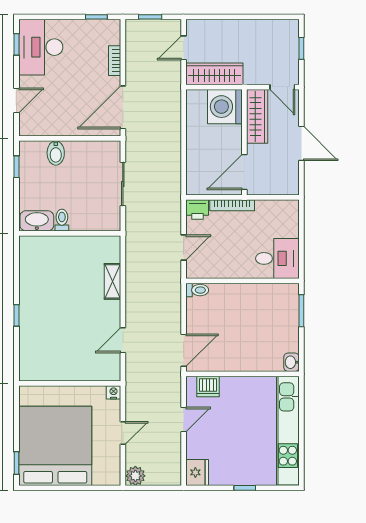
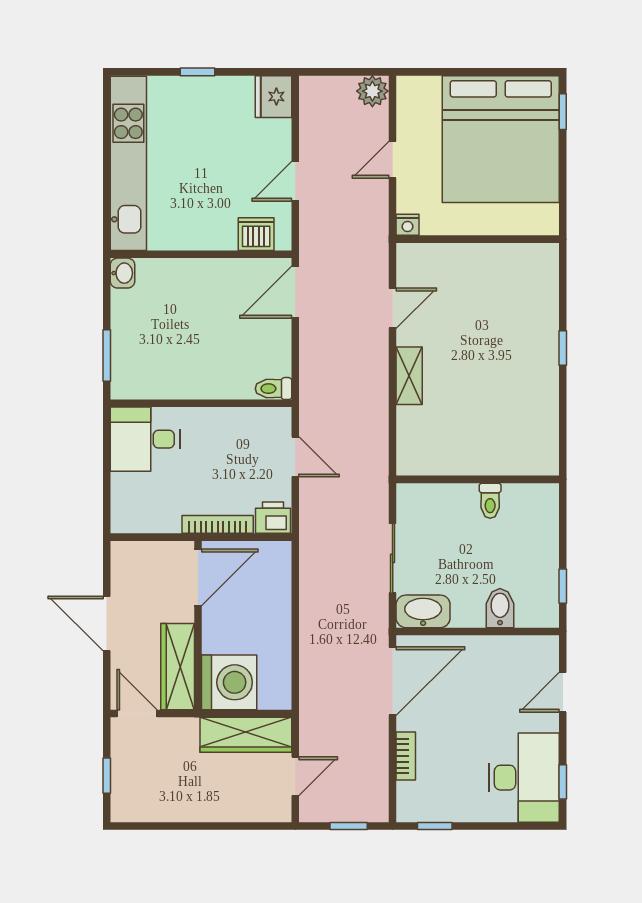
washbasin: (37, 221) -> (423, 611), moved, turned 180
door: (184, 247) -> (295, 457), swing flipped
shelving: (112, 281) -> (409, 376), moved

